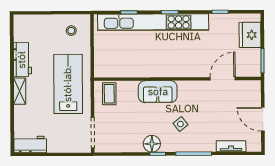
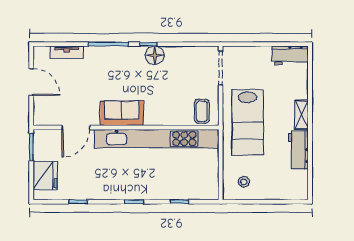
kitchen unit: (153, 22) -> (156, 139), moved, turned 180
sofa: (158, 92) -> (122, 113), moved
side table: (180, 124) -> (123, 77), removed

